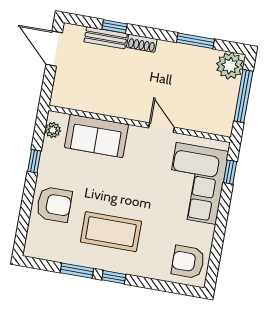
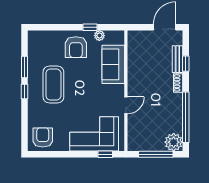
window: (195, 41) -> (186, 117), width x2.11
plant: (53, 130) -> (99, 36), moved
armchair: (54, 204) -> (76, 47), moved

